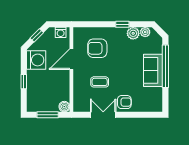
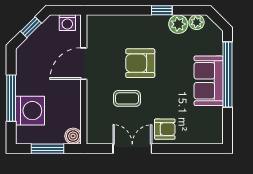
armchair: (97, 48) -> (140, 63), moved
washing machine: (36, 60) -> (30, 111), moved
window: (24, 82) -> (11, 98), width x2.17

